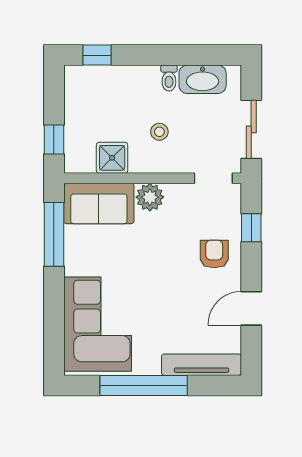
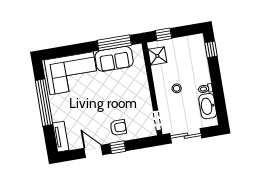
shower: (112, 158) -> (157, 56), moved
plant: (150, 197) -> (142, 89), removed
sofa: (99, 204) -> (114, 59), moved, turned -90
window: (251, 228) -> (118, 147), moved
tv unit: (201, 365) -> (61, 137), width x0.71

